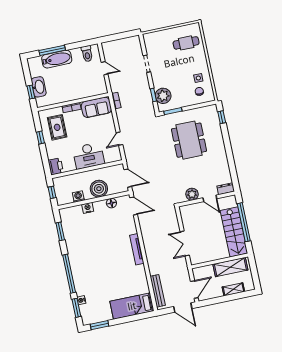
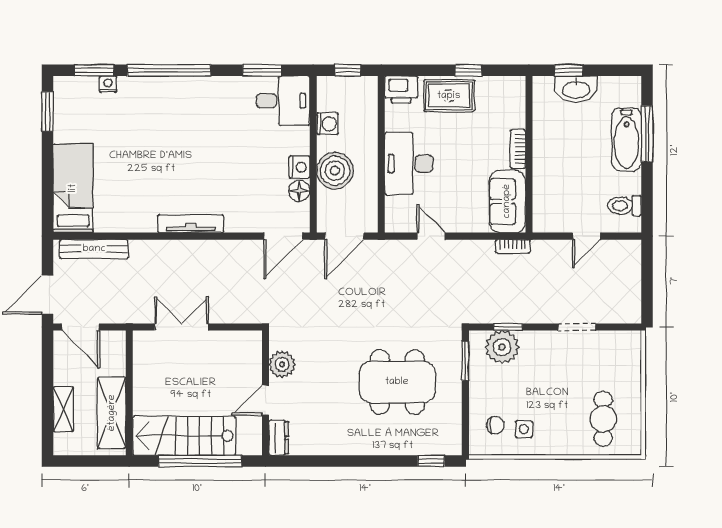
rug: (57, 127) -> (449, 96), moved
nightstand: (88, 208) -> (300, 167), moved
desk: (72, 219) -> (283, 101), added

